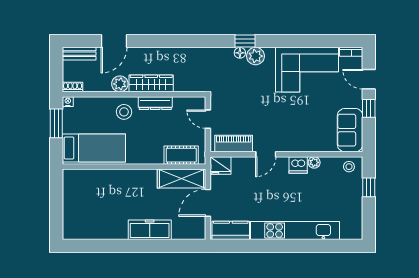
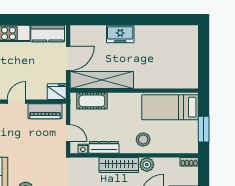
nightstand: (68, 102) -> (83, 149), moved
dresser: (155, 103) -> (104, 147), moved
shelving: (182, 179) -> (102, 80), width x1.47
freezer: (150, 230) -> (120, 34), width x0.71

